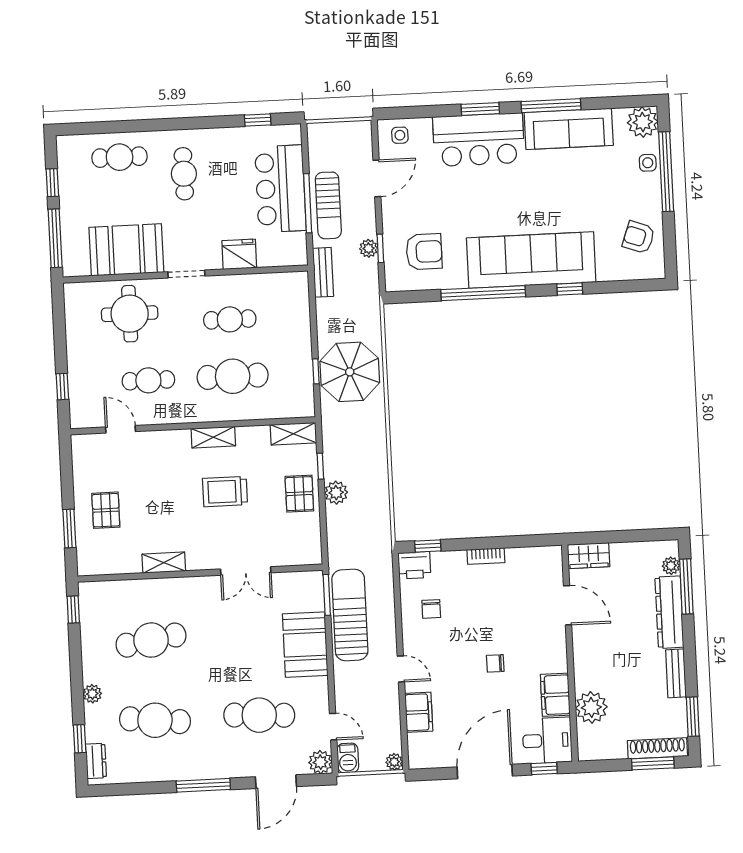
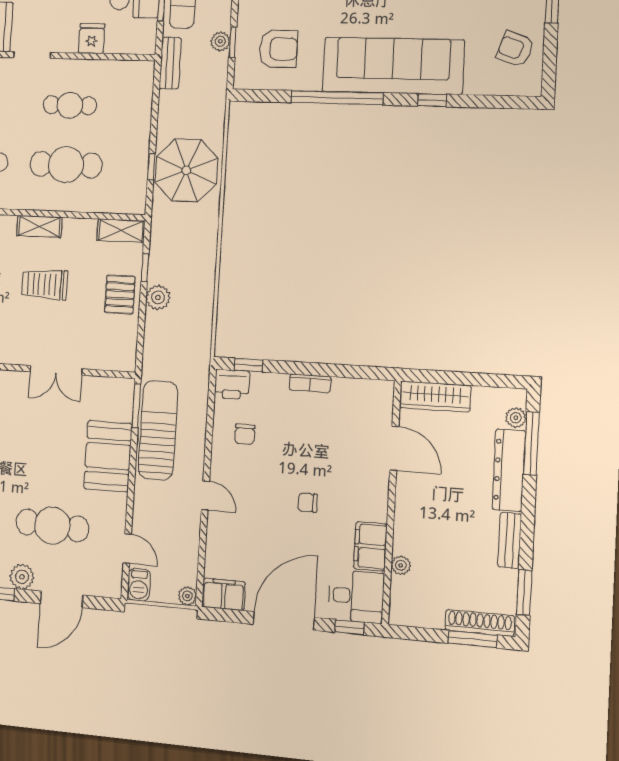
fridge: (239, 254) -> (92, 39), width x0.72
wardrobe: (589, 556) -> (435, 396), width x1.50
plant: (591, 707) -> (401, 565), width x0.53, depth x0.53
filing cabinet: (419, 712) -> (224, 594), moved, turned -90
plant: (320, 762) -> (22, 577), moved

